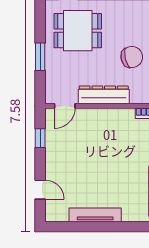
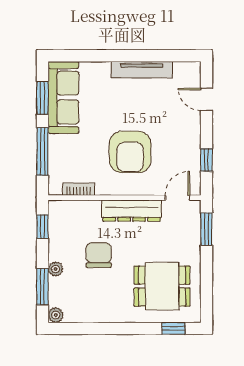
window: (40, 57) -> (206, 229), moved
chair: (132, 57) -> (99, 255), turned 103
armchair: (105, 145) -> (130, 152), added

